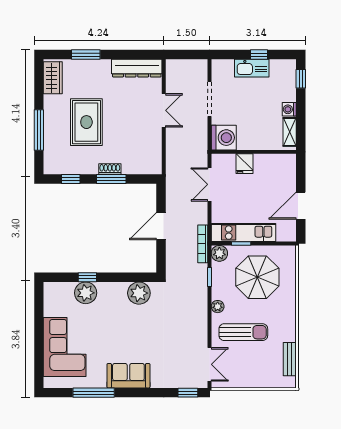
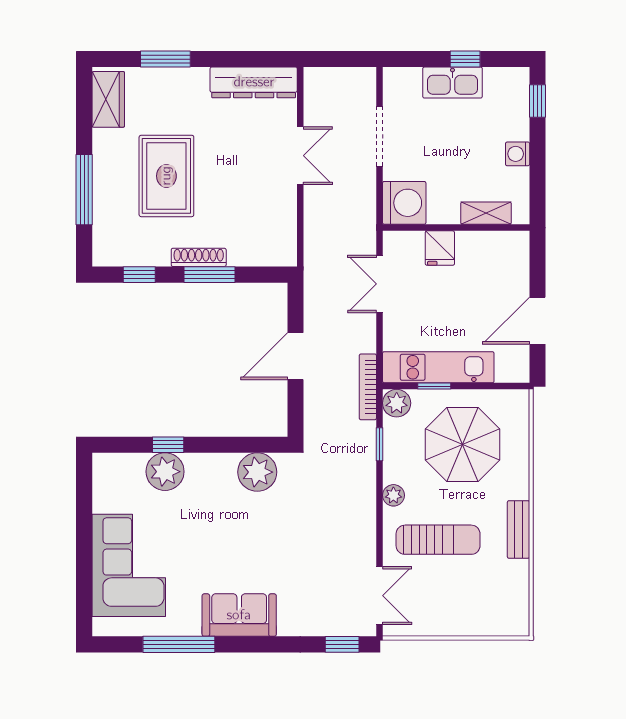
shelving: (290, 132) -> (486, 213), moved, turned 90
shoe rack: (110, 169) -> (199, 257), width x1.43
bench: (290, 359) -> (518, 529), moved

